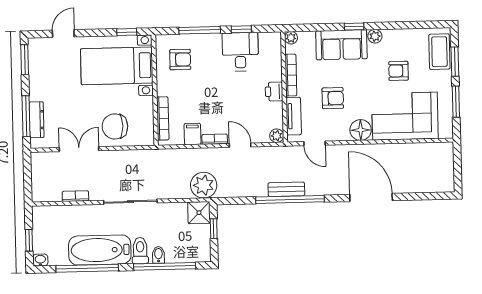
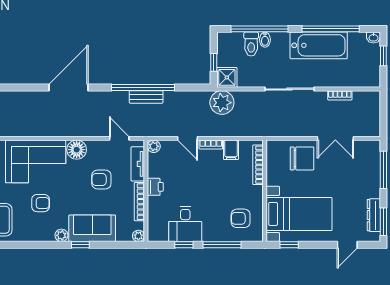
dresser: (37, 120) -> (374, 215), moved
door: (371, 197) -> (69, 87), swing flipped
toilet: (140, 250) -> (251, 44), moved

